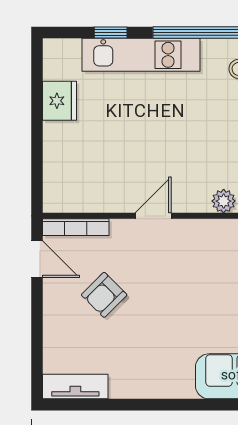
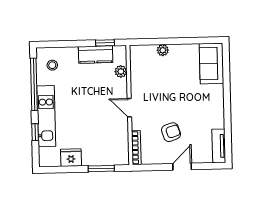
window: (37, 159) -> (101, 169), added
door: (37, 259) -> (182, 167), moved
armchair: (104, 295) -> (171, 132), turned -63

